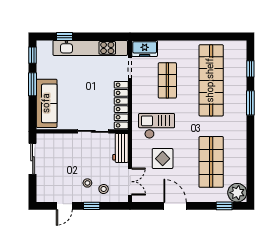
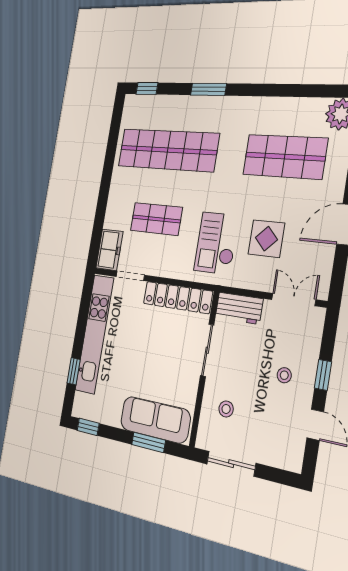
window: (250, 69) -> (147, 88), moved
window: (33, 84) -> (148, 442), moved
stool: (104, 189) -> (226, 409), moved

